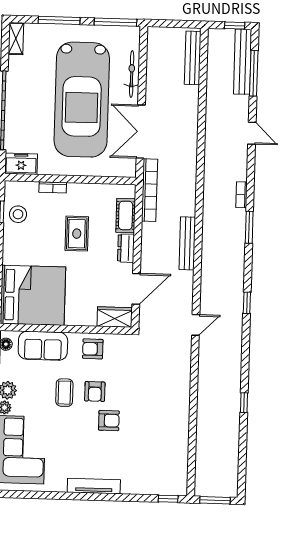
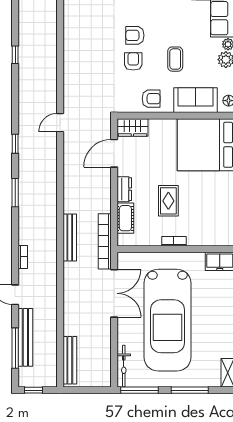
bench: (243, 62) -> (25, 337), moved
bicycle: (132, 74) -> (124, 366), moved
car: (82, 100) -> (167, 320), turned 180
bookcase: (53, 187) -> (174, 241), moved
bookcase: (242, 195) -> (23, 257), moved
stool: (18, 214) -> (221, 216), removed
window: (249, 227) -> (15, 193), moved
bench: (187, 243) -> (70, 237), moved
armchair: (95, 392) -> (133, 61), moved

